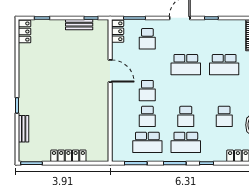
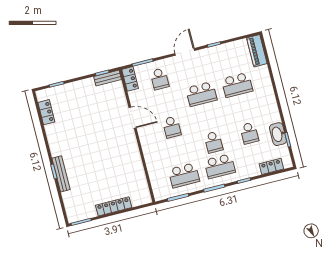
bench: (79, 25) -> (108, 78), moved
locker: (25, 32) -> (46, 112), moved
school desk: (147, 116) -> (178, 151), removed
bench: (24, 129) -> (61, 174), moved, width x1.36

